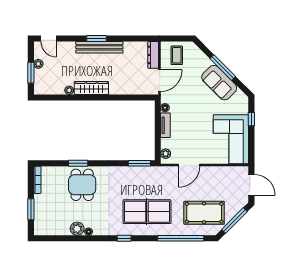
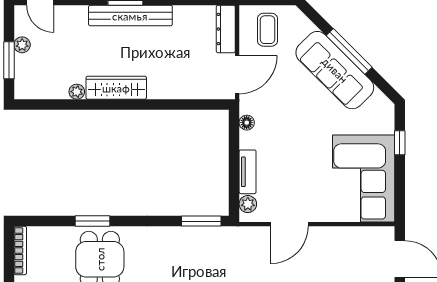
sofa: (219, 83) -> (335, 70), width x1.36
tv unit: (165, 125) -> (248, 172), moved

